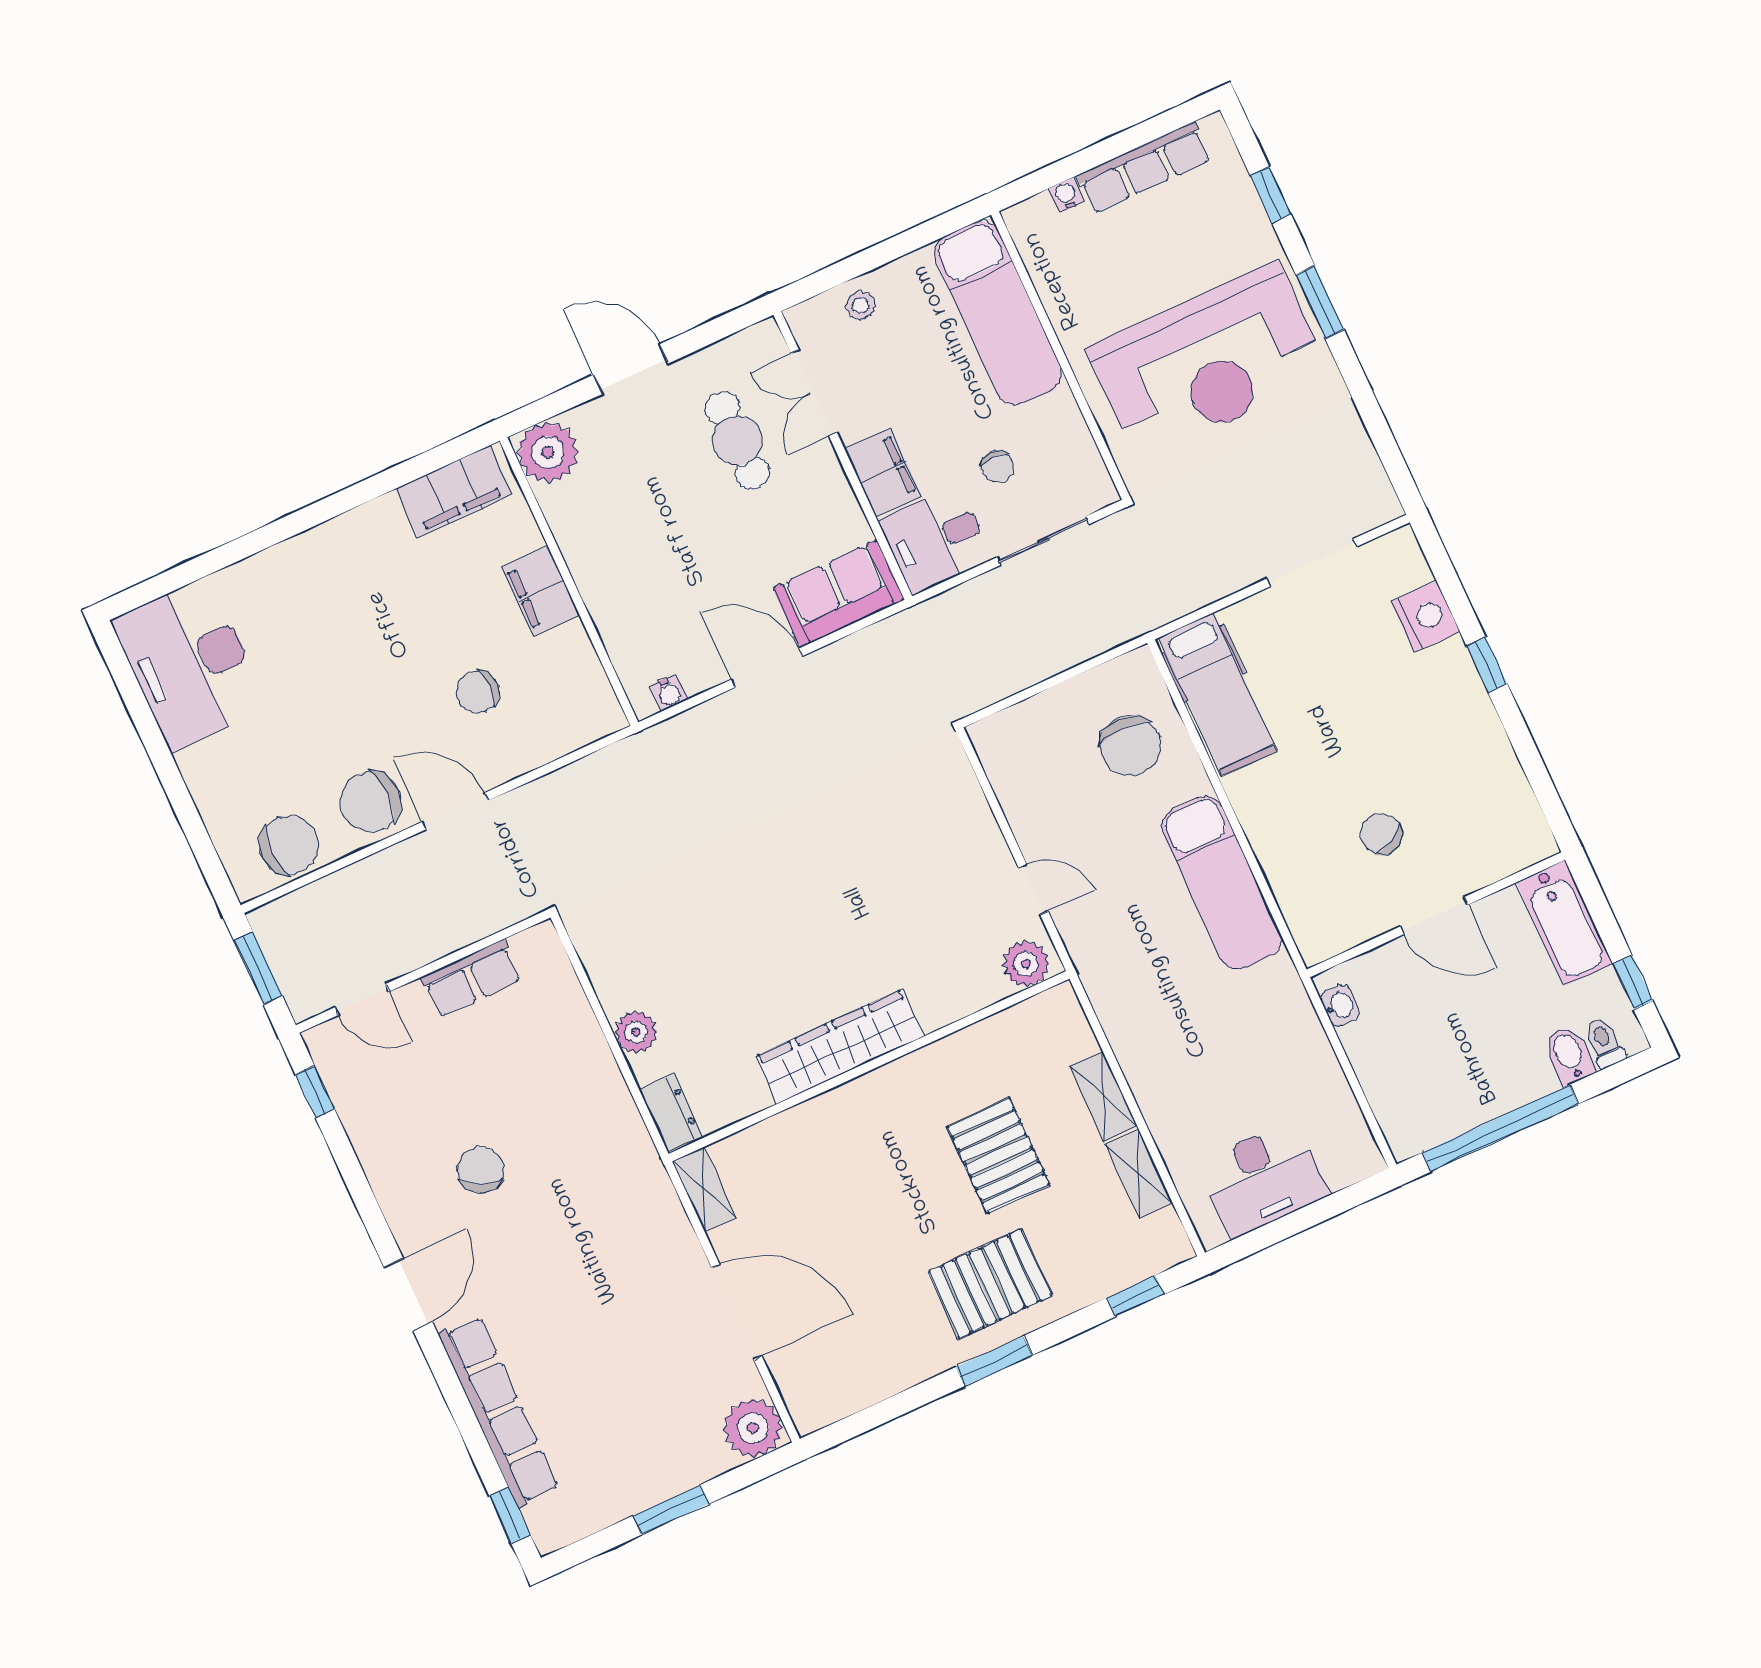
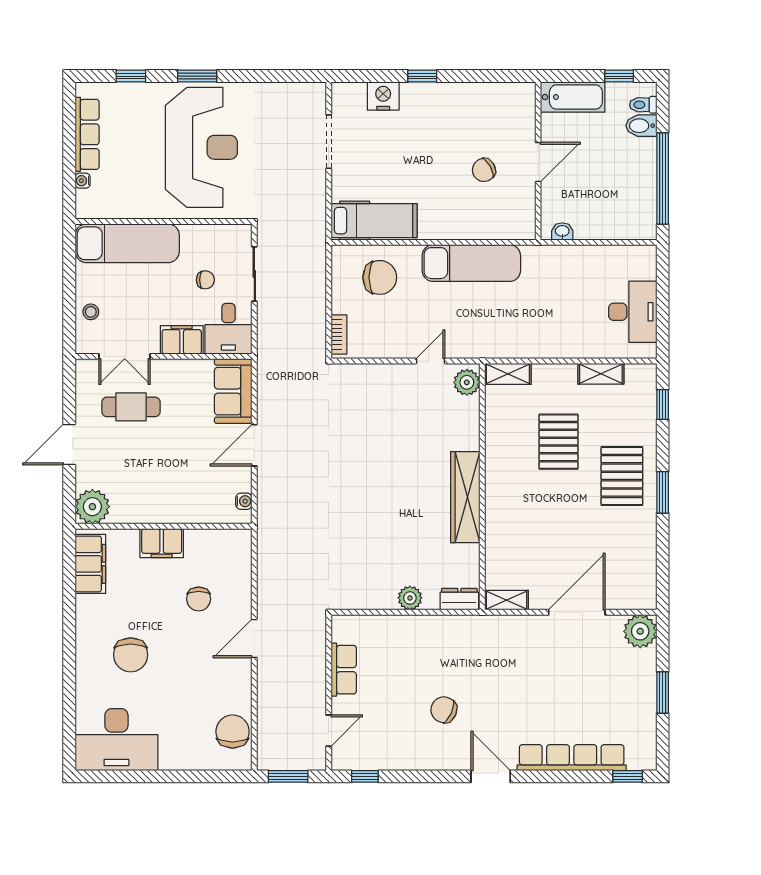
bookcase: (1008, 722) -> (339, 335), added
chair: (370, 802) -> (131, 655), moved
shelving: (1103, 1096) -> (508, 374), moved
pallet: (998, 1156) -> (559, 442), turned 90

